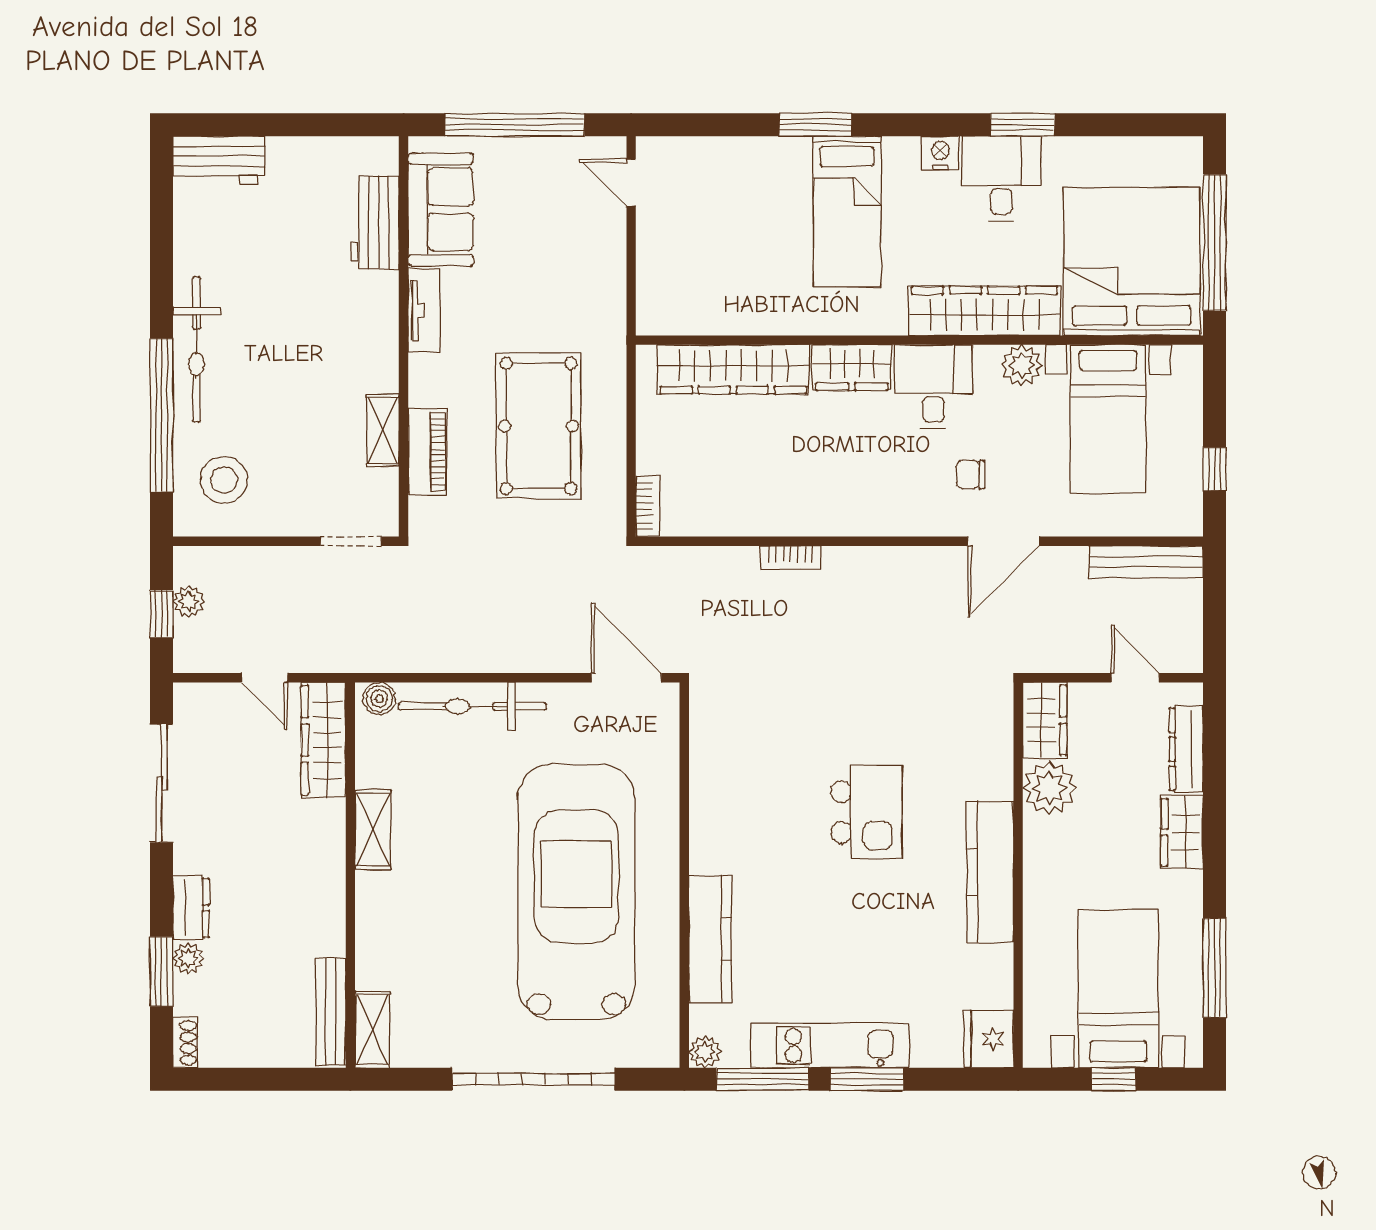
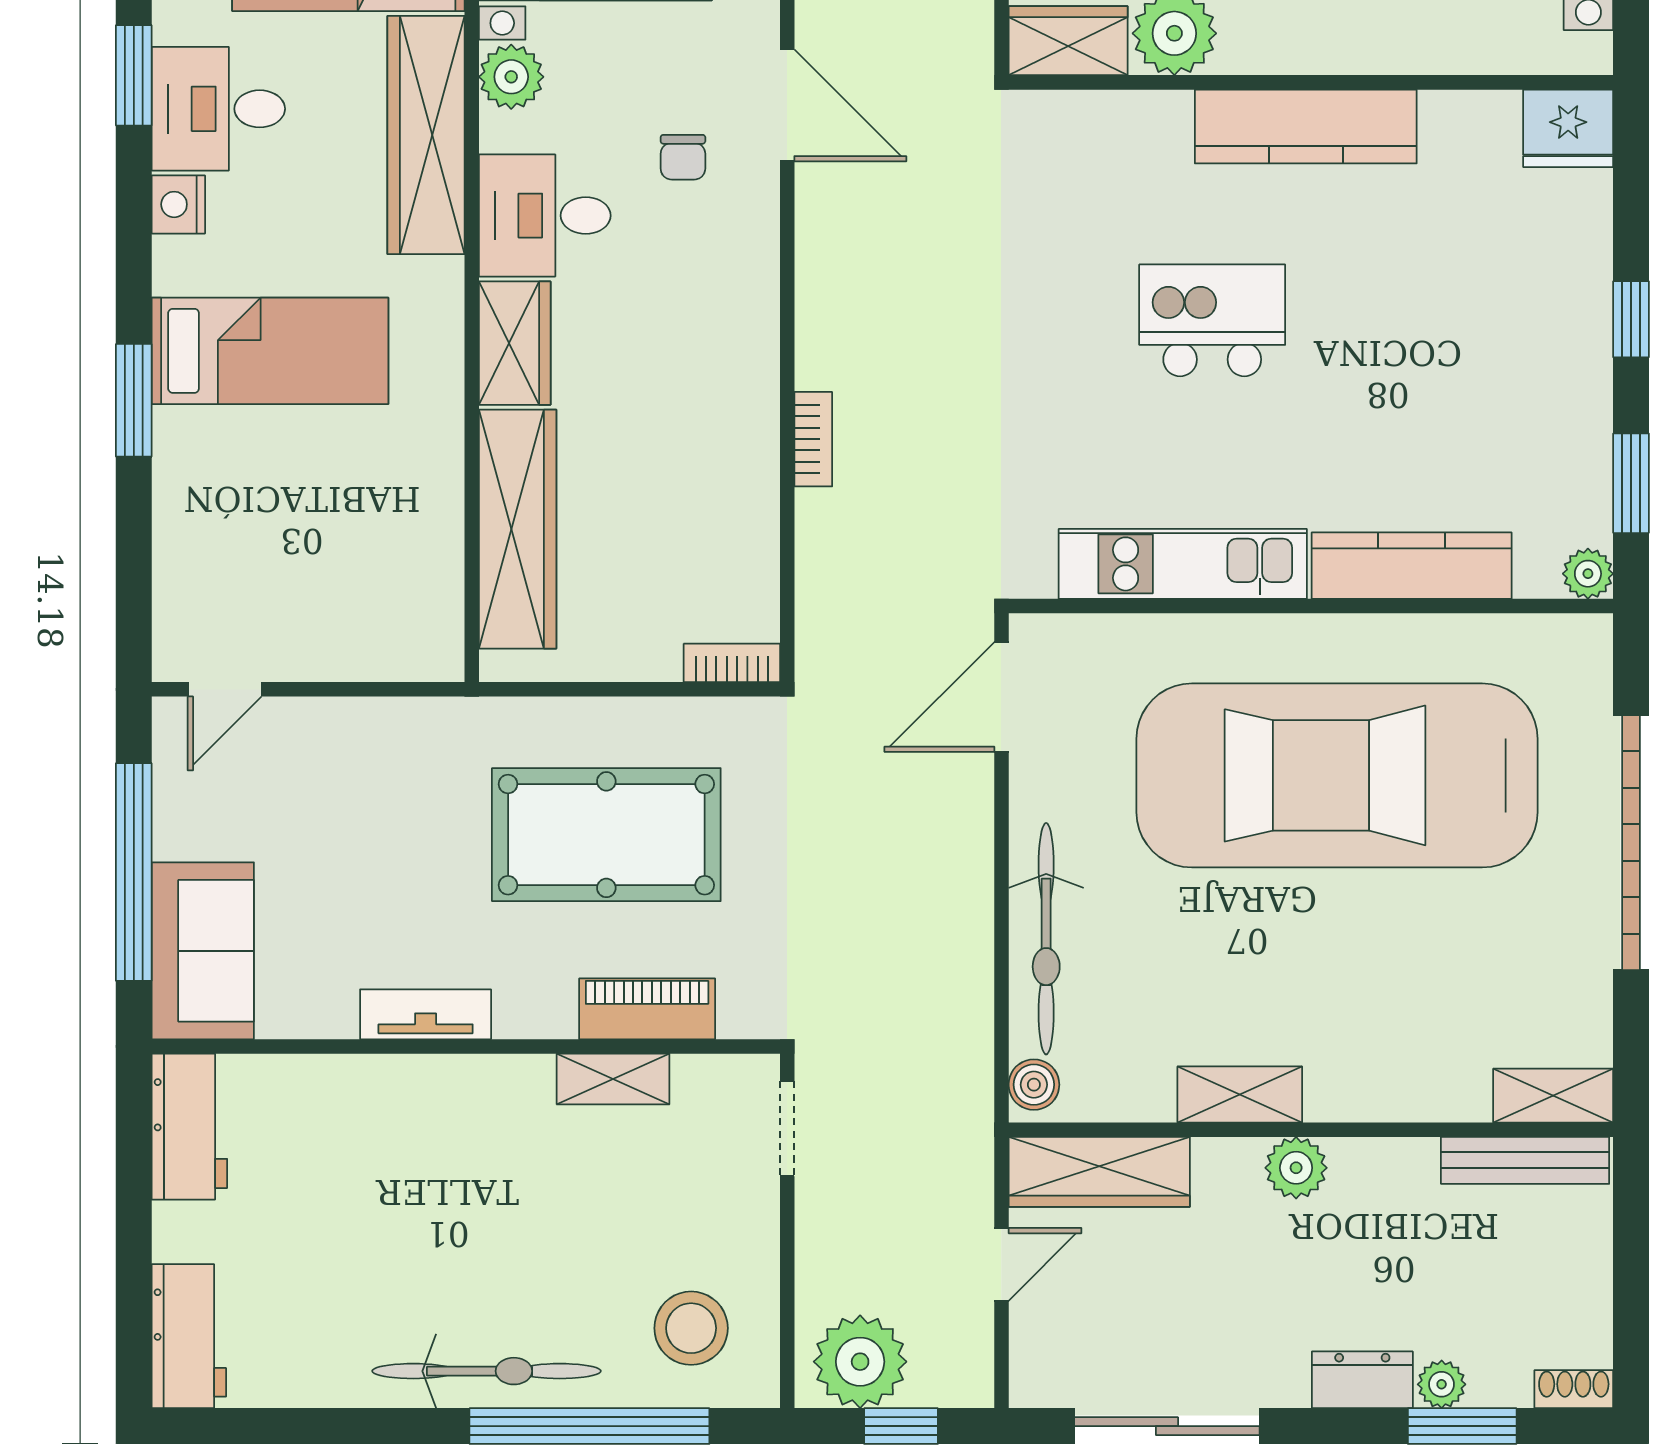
sofa: (441, 210) -> (203, 951), moved, turned 90
workbench: (375, 222) -> (189, 1127), moved, turned -90
plant: (189, 602) -> (860, 1362), width x1.87, depth x1.87
plant: (326, 866) -> (1296, 1168), added
kitchen unit: (830, 1045) -> (1183, 564), moved, turned 90
window: (763, 1079) -> (1631, 483), width x0.69
window: (867, 1079) -> (1631, 319), width x0.67

